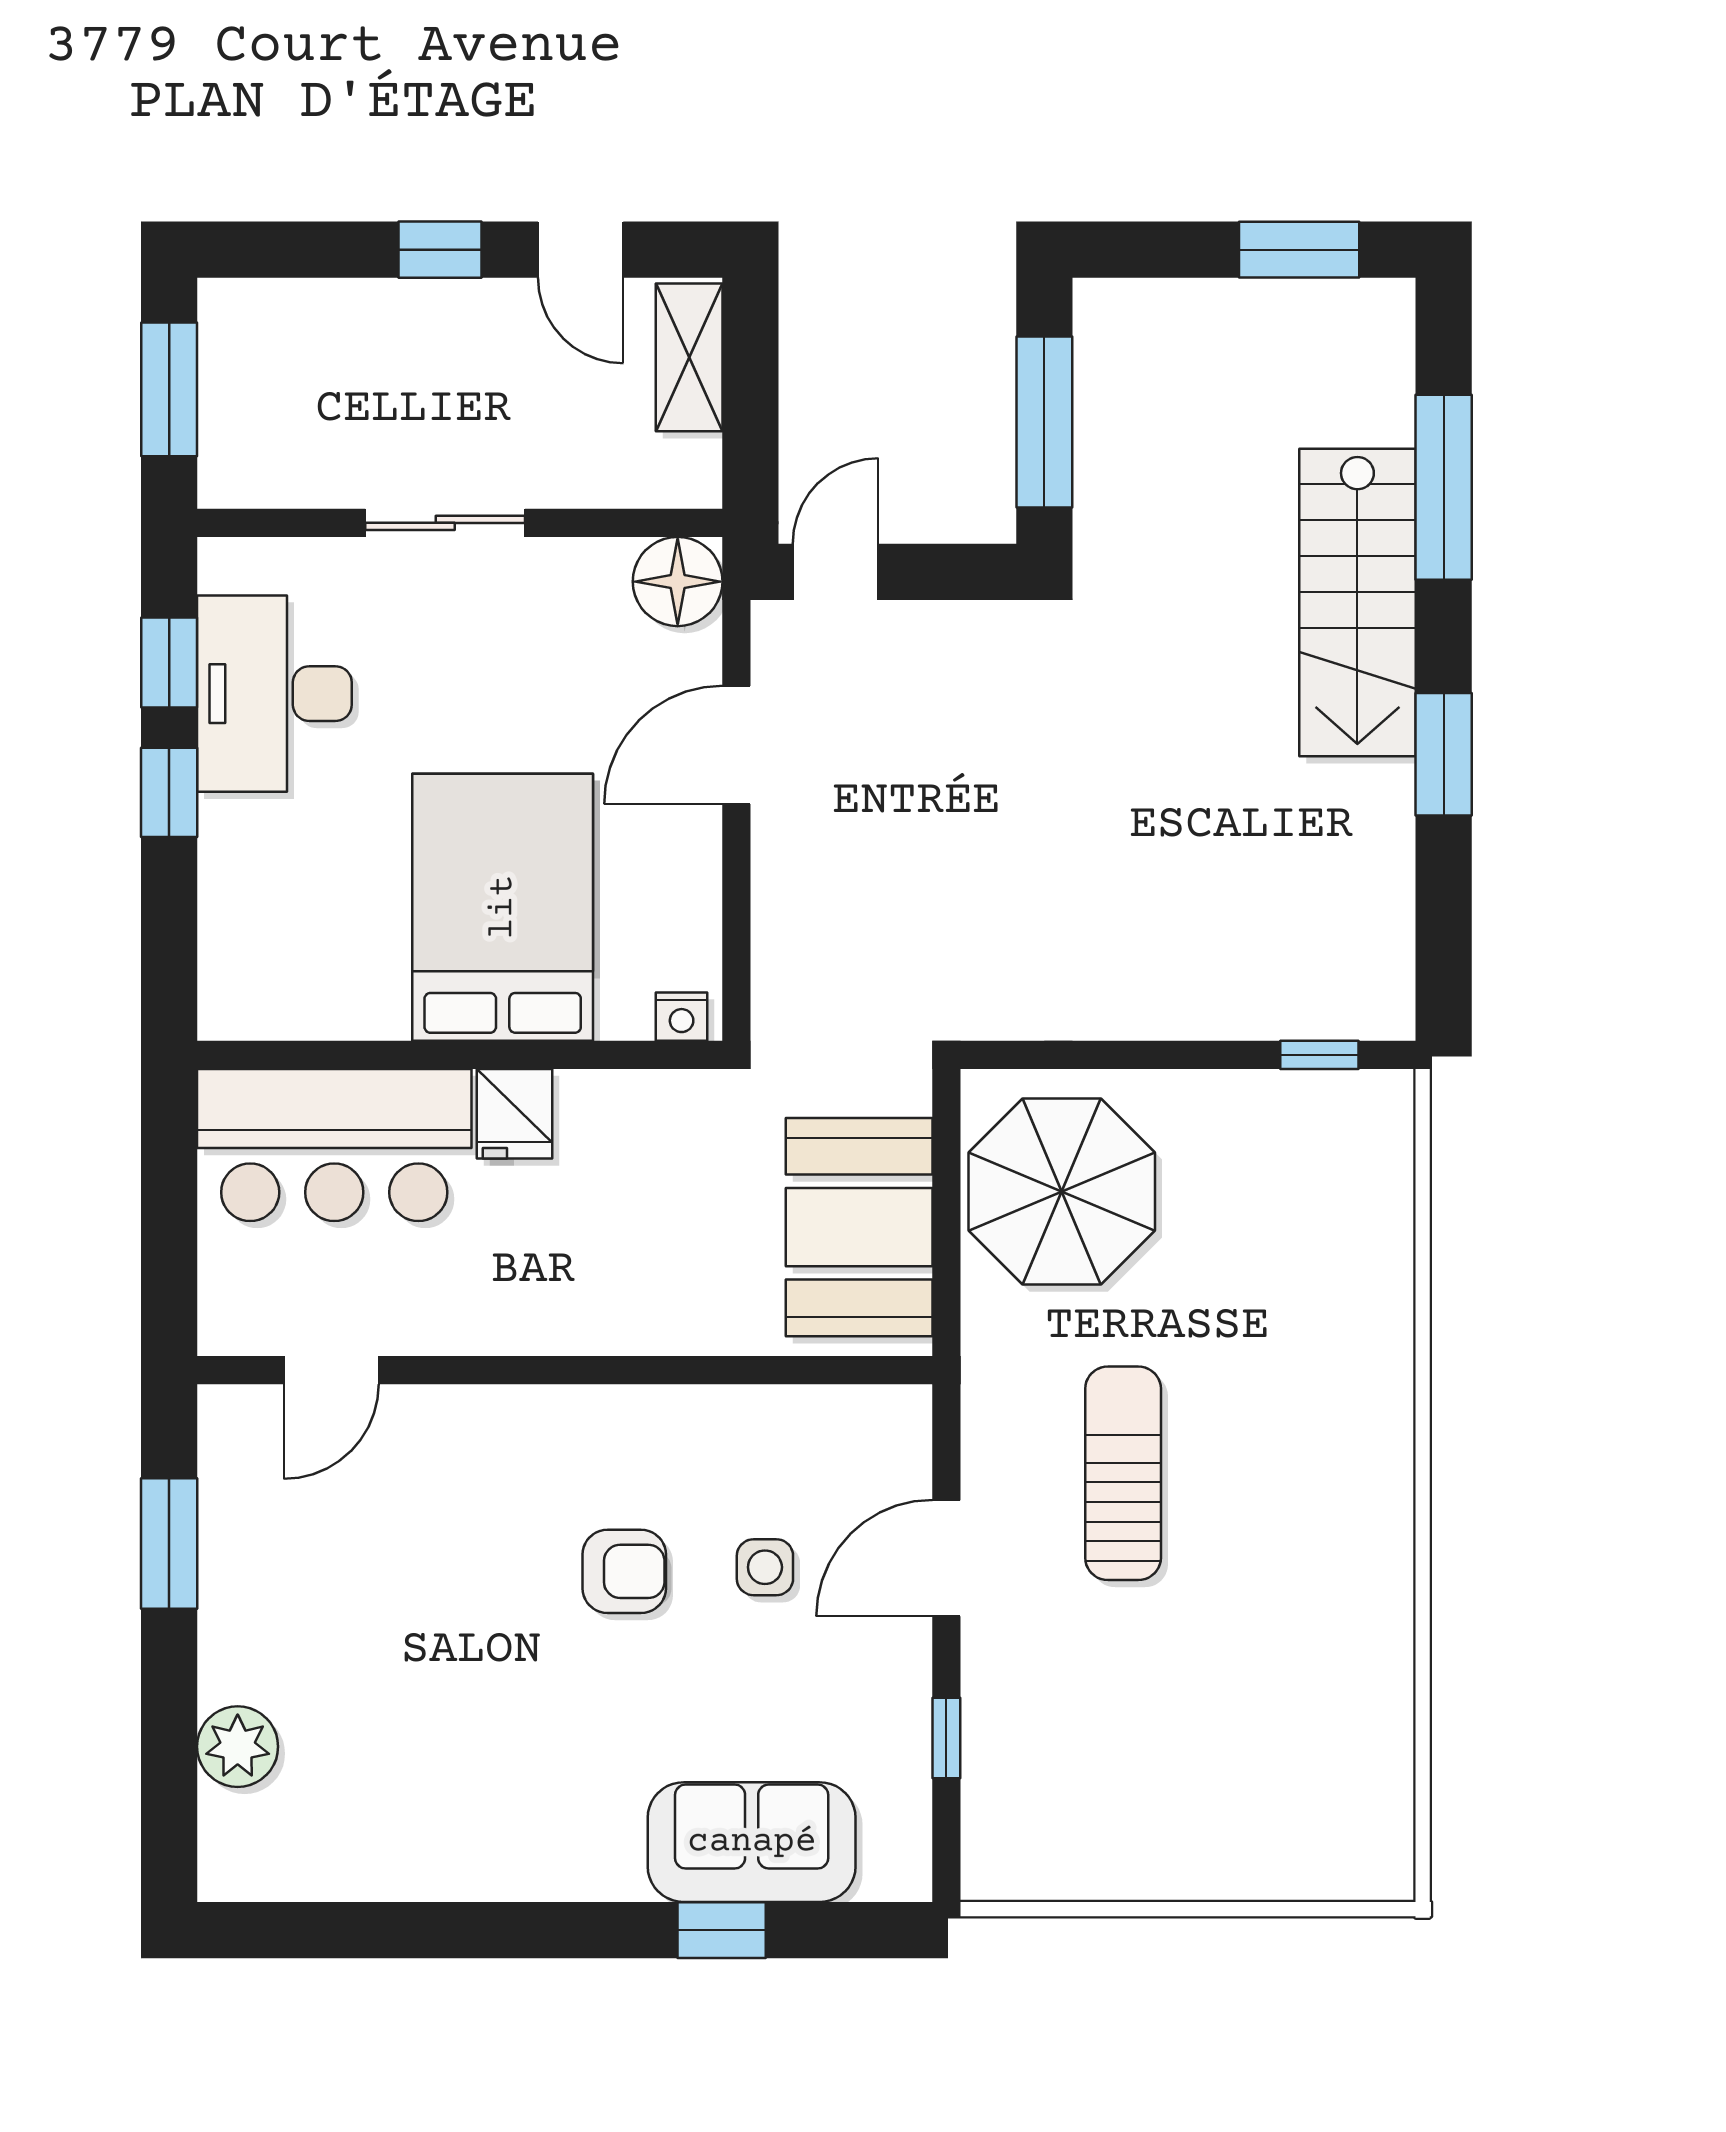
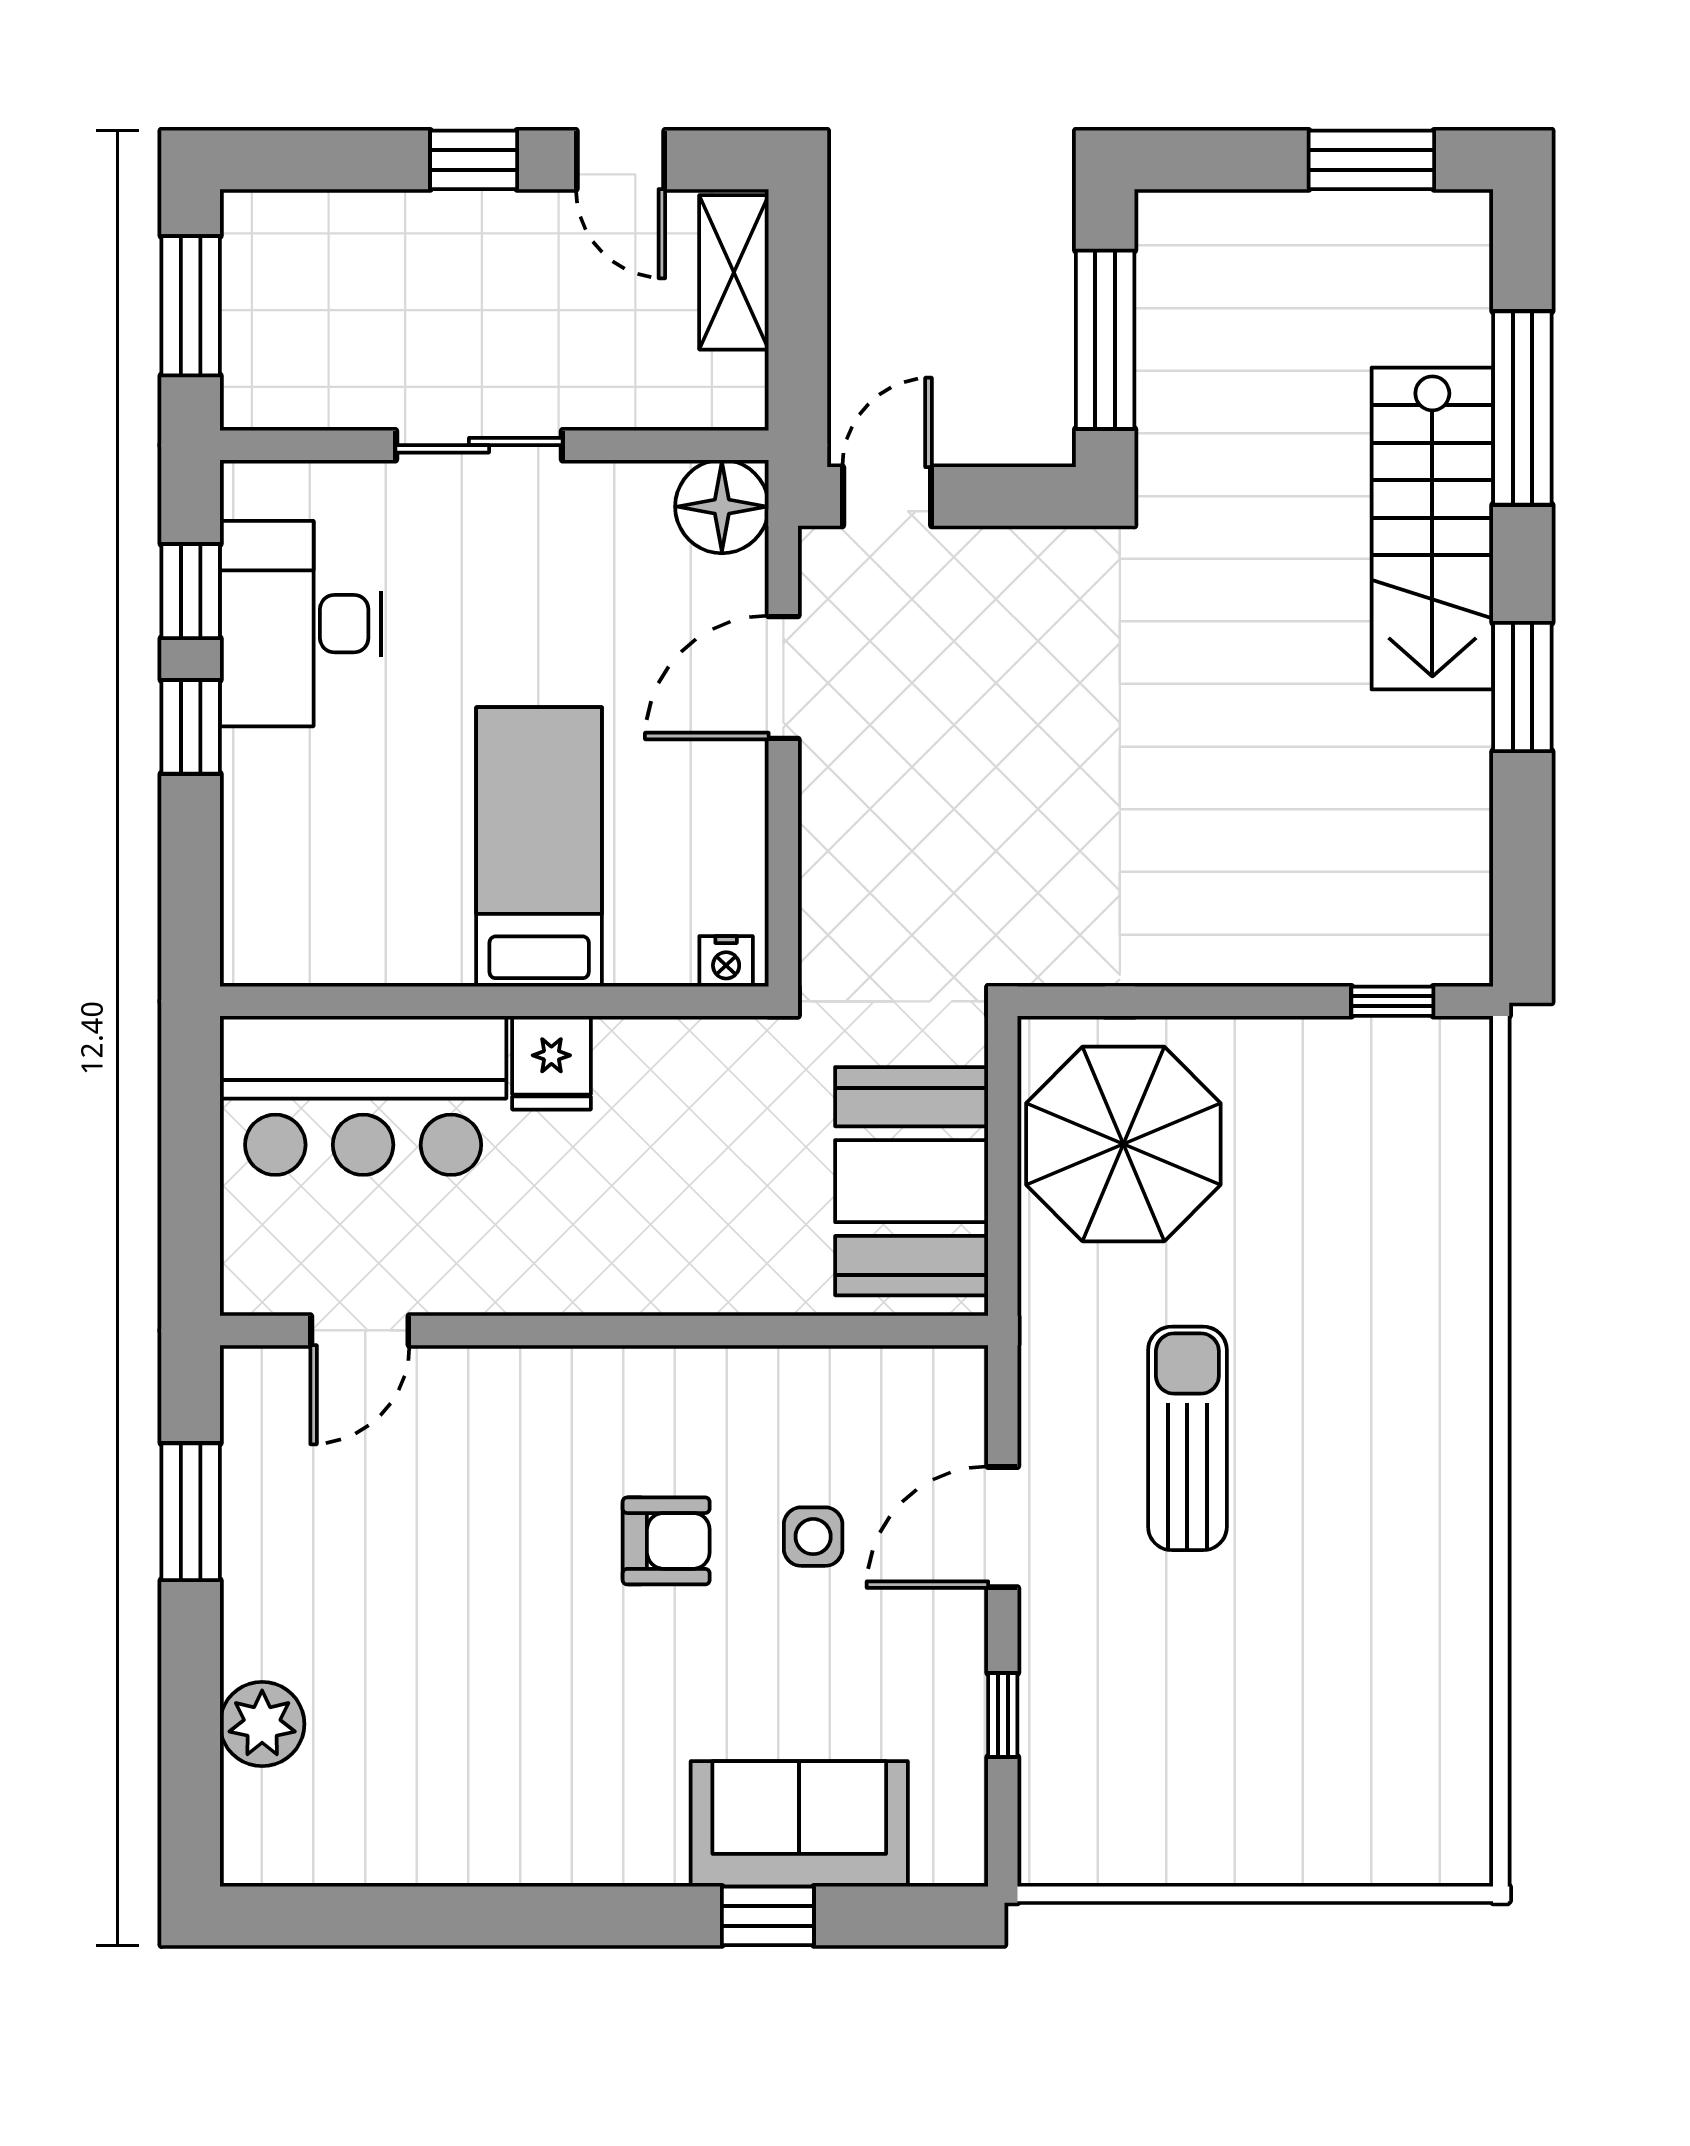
bed: (503, 907) -> (539, 847), width x0.67

